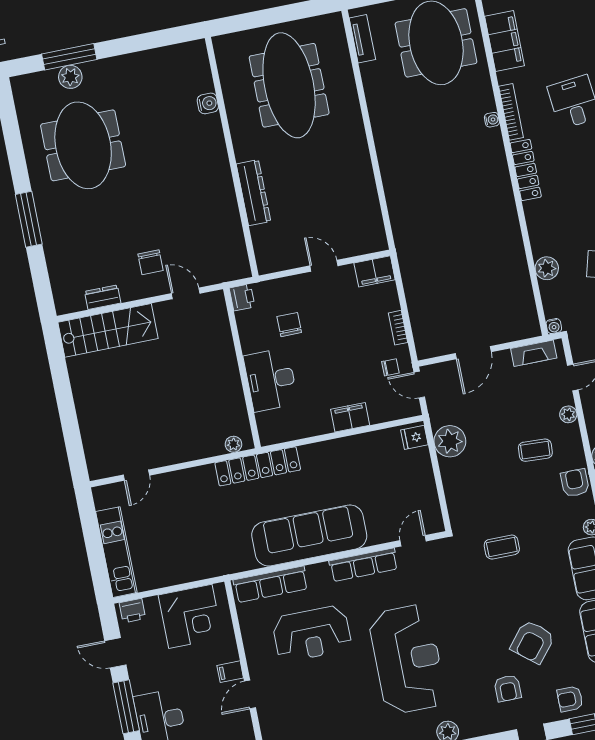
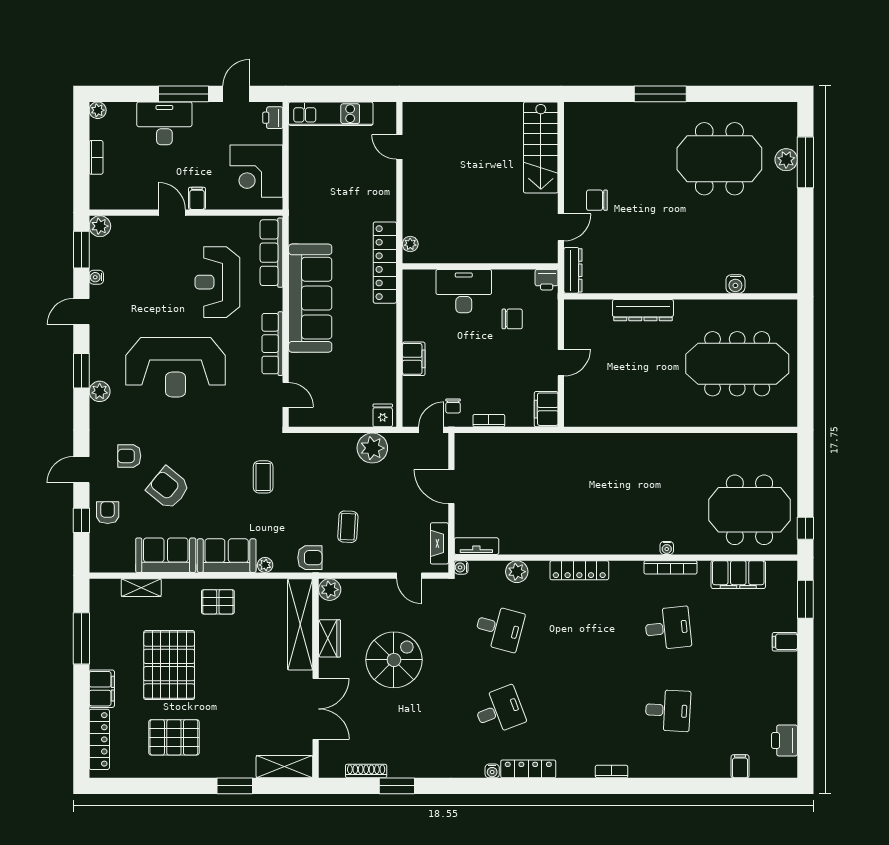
tv unit: (362, 39) -> (476, 546), moved, turned 180
locker: (526, 170) -> (579, 570), moved
dresser: (103, 297) -> (573, 270), moved, width x1.44
plant: (568, 414) -> (375, 564), removed

